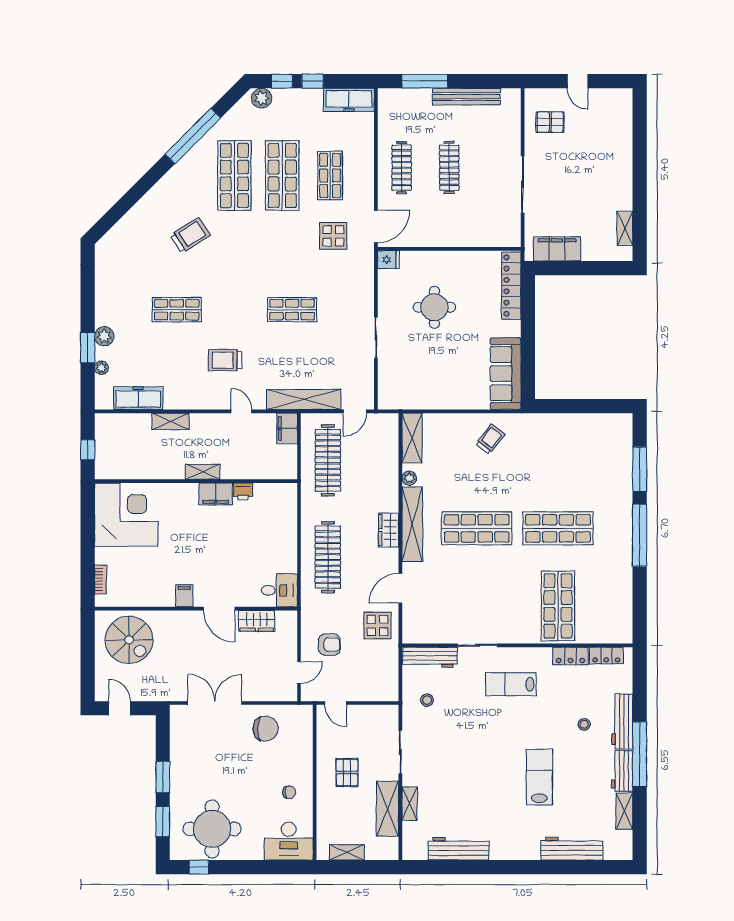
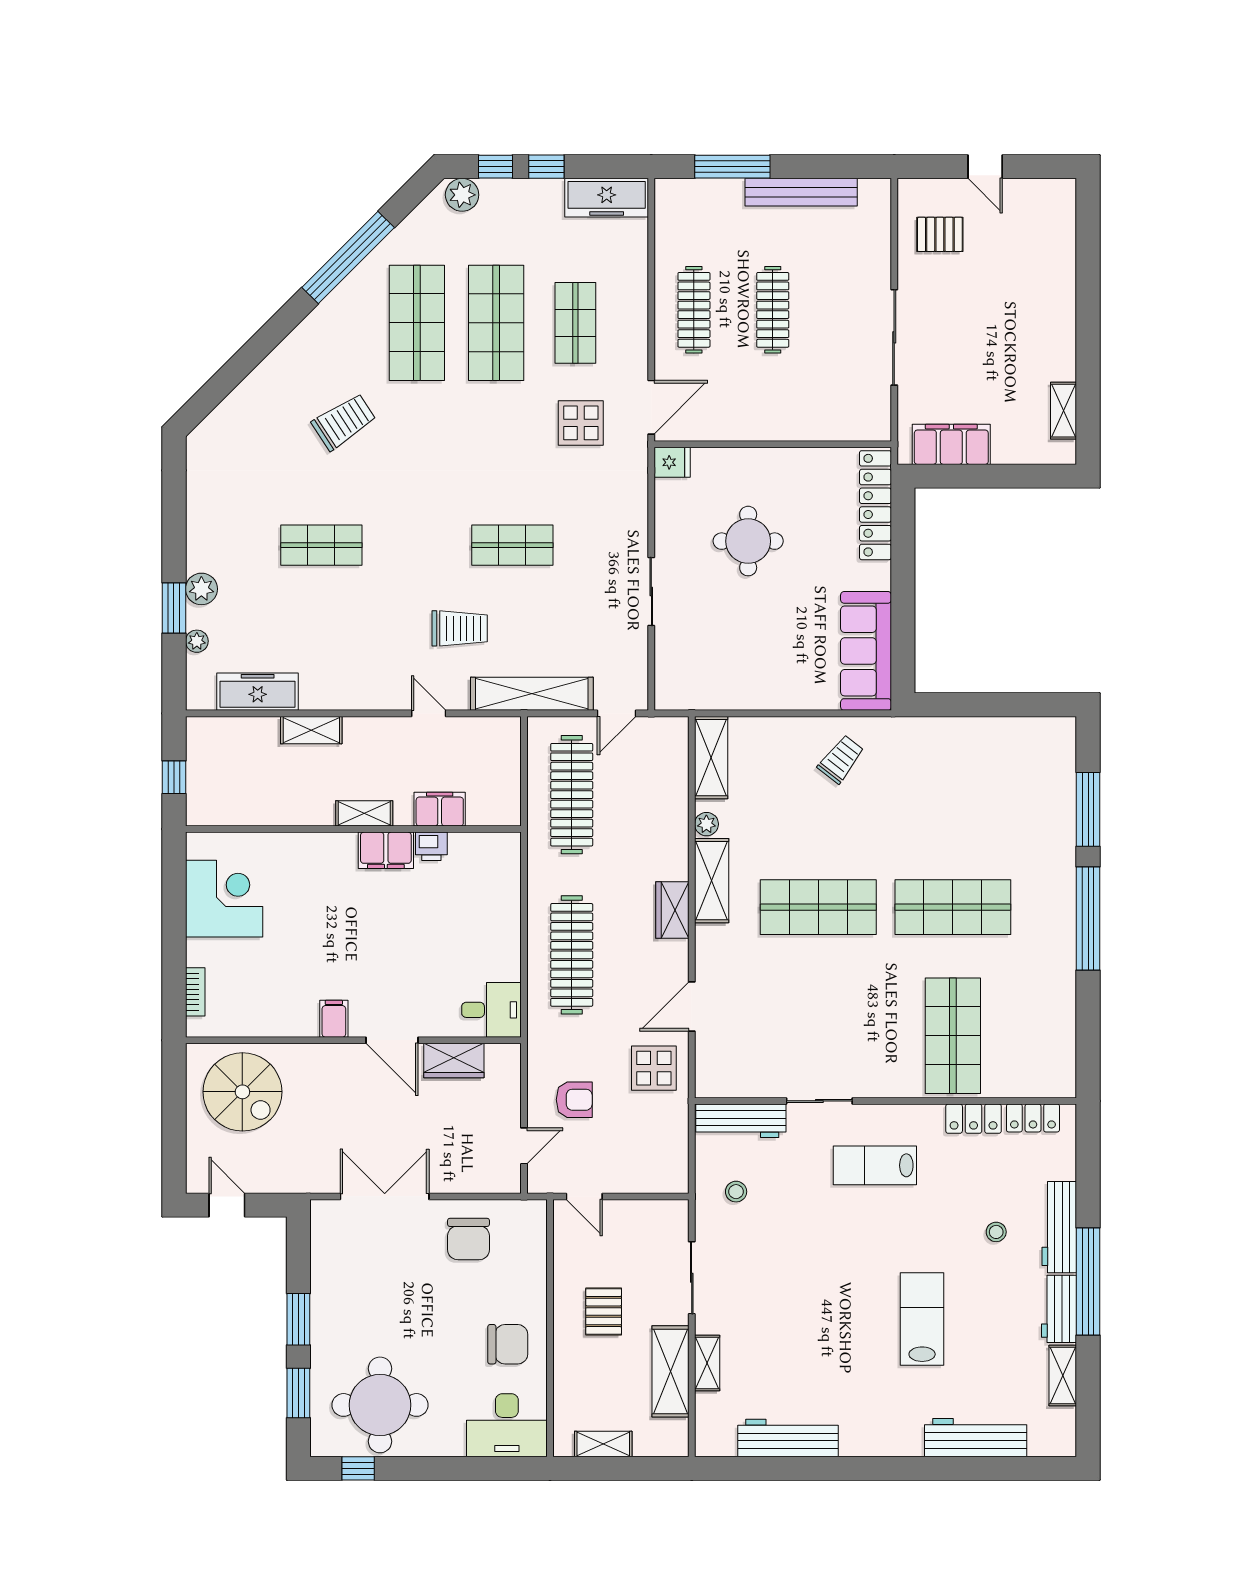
trolley: (225, 360) -> (460, 628), moved, turned 180
filing cabinet: (287, 428) -> (440, 809), moved, turned 90
corner desk: (126, 515) -> (224, 899), width x0.74, depth x0.74
shelving: (412, 524) -> (712, 881), width x0.68
chair: (266, 729) -> (469, 1239), turned 90
chair: (289, 792) -> (508, 1344), width x1.87, depth x1.87

